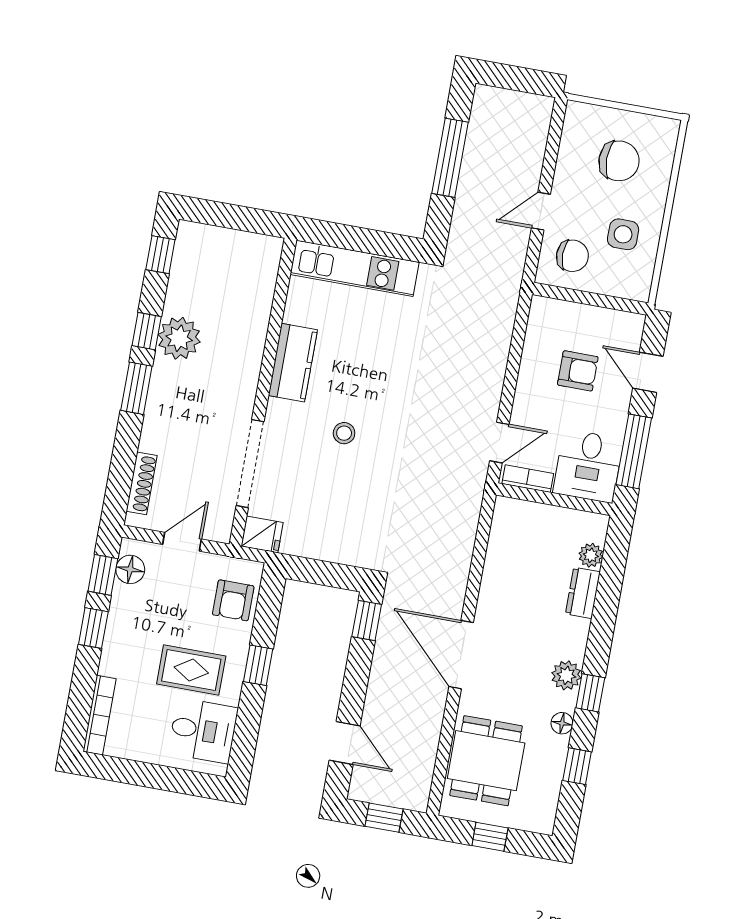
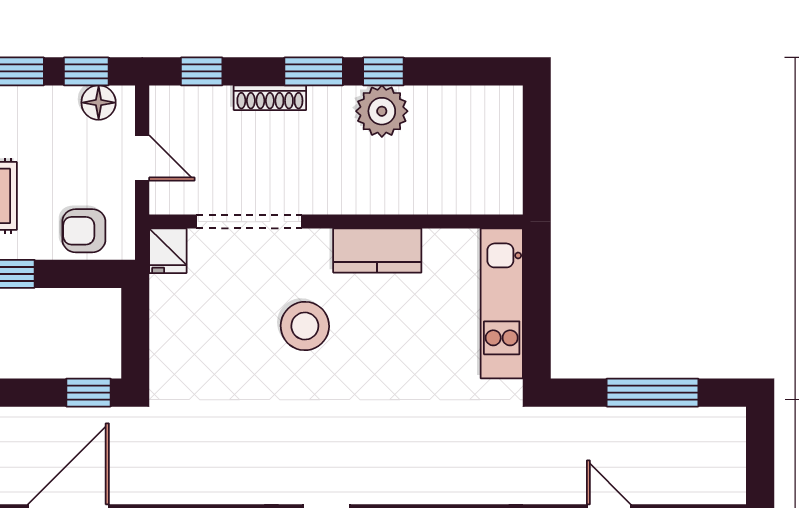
window: (160, 255) -> (202, 71), moved
stool: (344, 433) -> (305, 326), width x1.89, depth x1.89
shoe rack: (142, 483) -> (270, 98), moved

